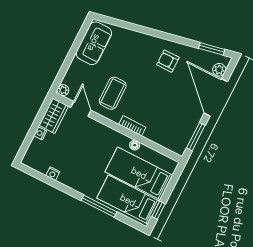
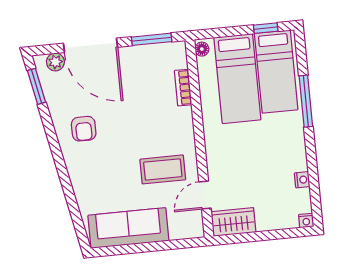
sofa: (94, 43) -> (128, 228), width x1.36
plant: (63, 90) -> (196, 230), removed
door: (216, 97) -> (91, 45), hinge flipped
bookcase: (132, 126) -> (183, 88), moved
nightstand: (40, 133) -> (306, 221), moved
floor lamp: (135, 145) -> (202, 49), moved

